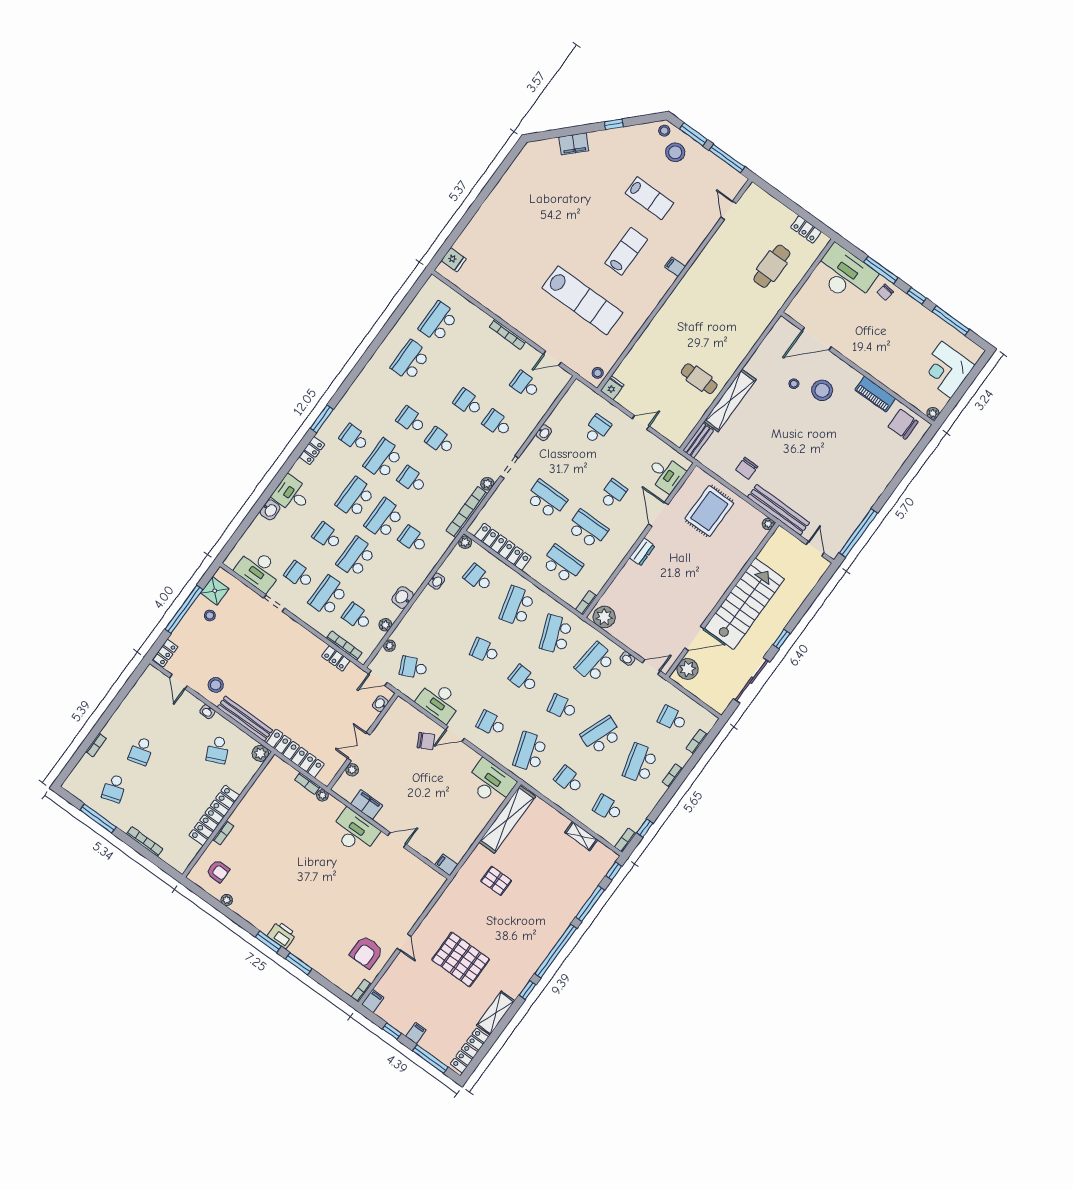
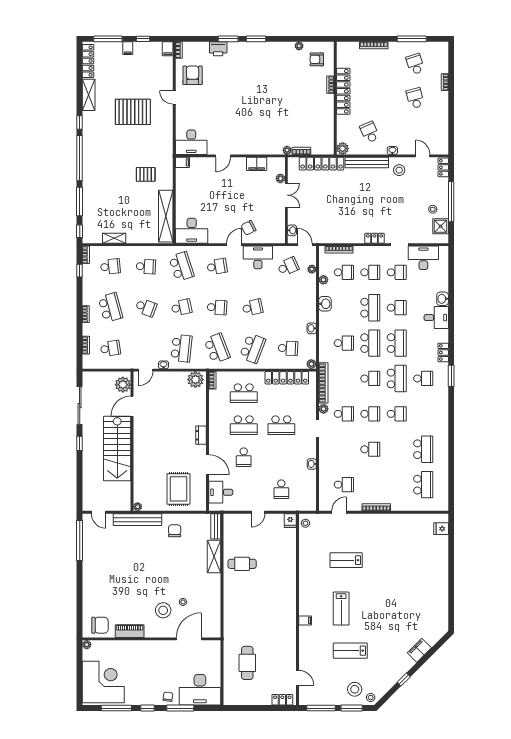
locker: (806, 229) -> (282, 700), moved
lab bench: (582, 300) -> (346, 560), width x0.54, depth x0.72
corner desk: (946, 370) -> (103, 682), width x1.36, depth x1.36
shelving: (730, 400) -> (214, 557), width x0.68
school desk: (497, 423) -> (344, 414), moved
school desk: (328, 596) -> (370, 272), width x0.54
school desk: (517, 606) -> (253, 348), turned 36
locker: (336, 658) -> (374, 238), moved
door: (378, 678) -> (305, 245), hinge flipped
school desk: (601, 735) -> (146, 307), width x0.54
desk: (354, 832) -> (191, 142), moved
printer: (282, 935) -> (218, 49), moved

